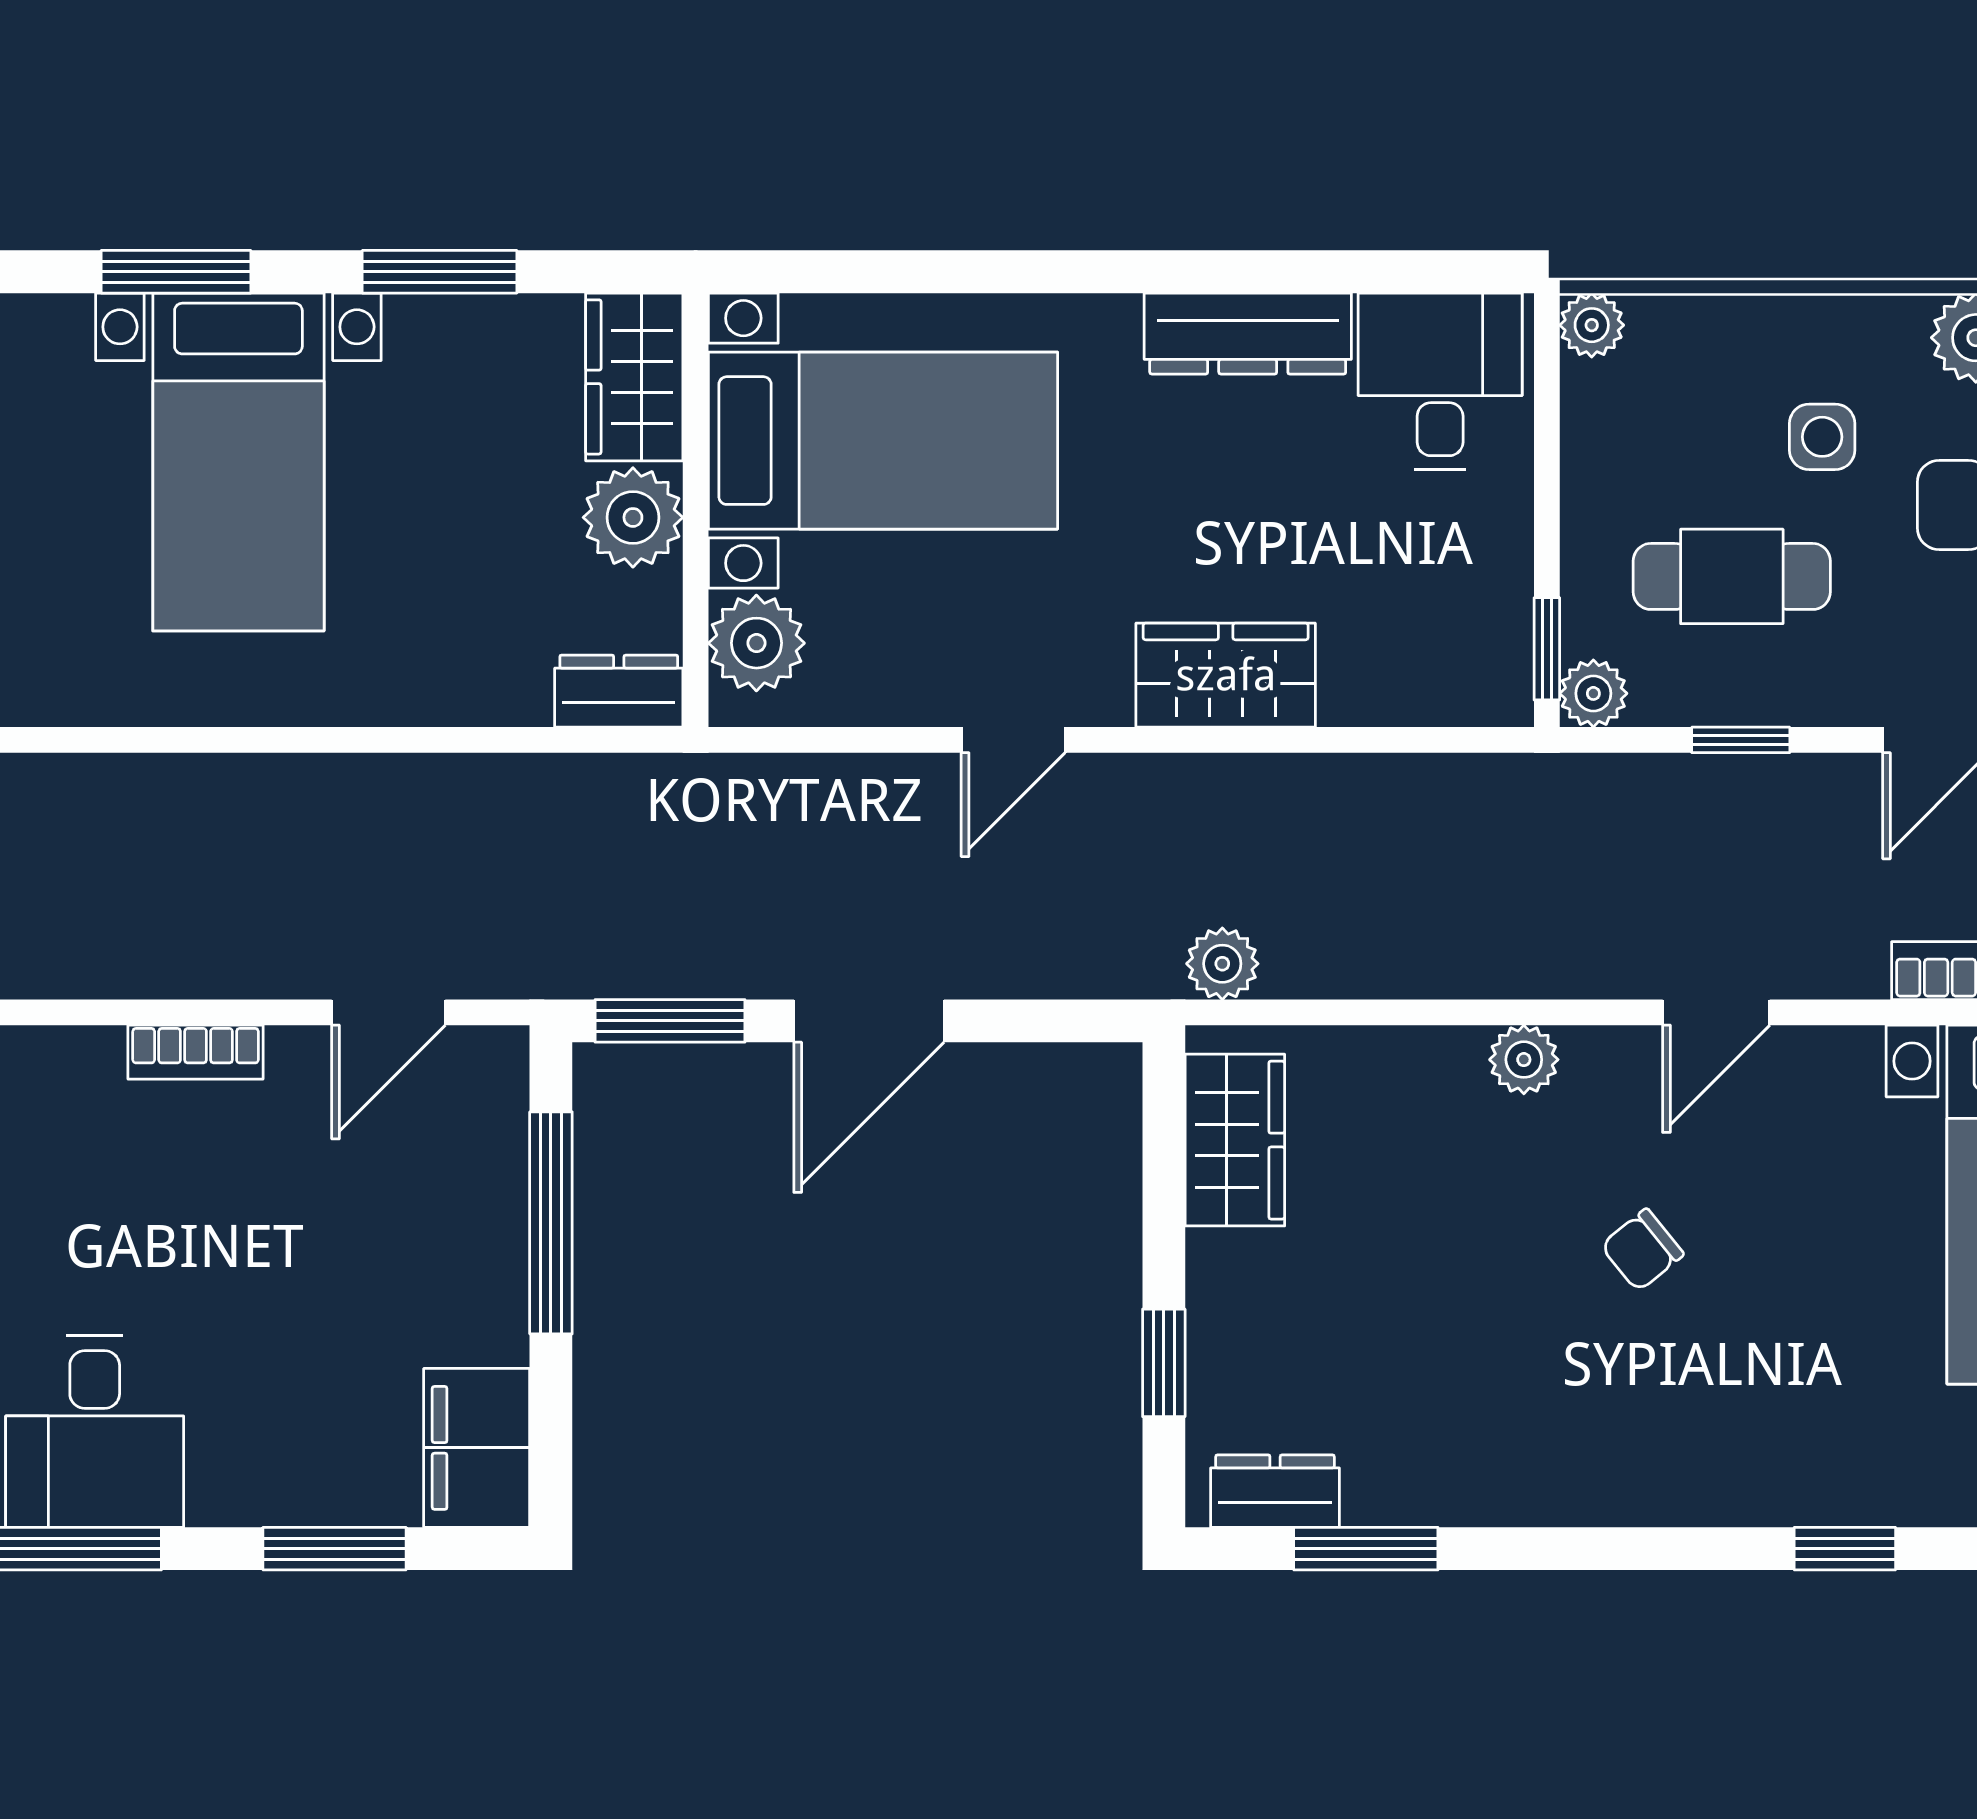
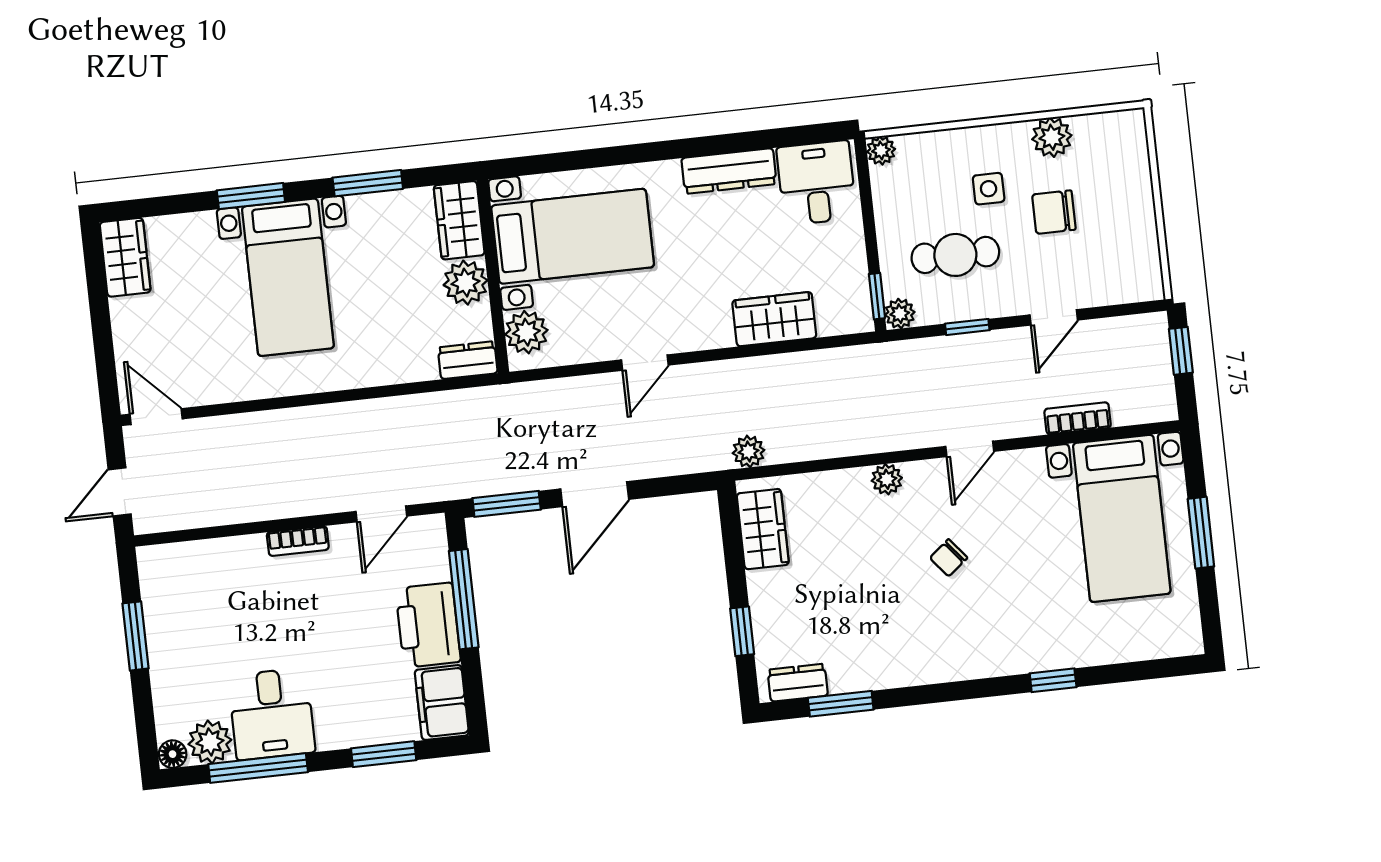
wardrobe: (1226, 675) -> (774, 319), moved
printer: (465, 1272) -> (428, 625), added

